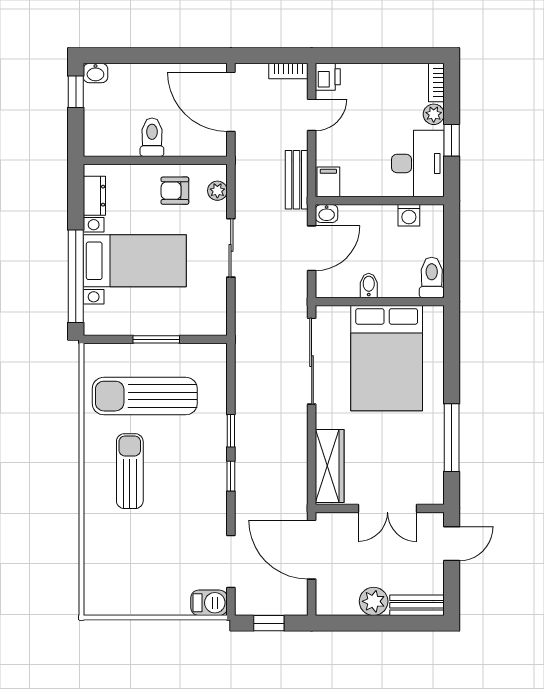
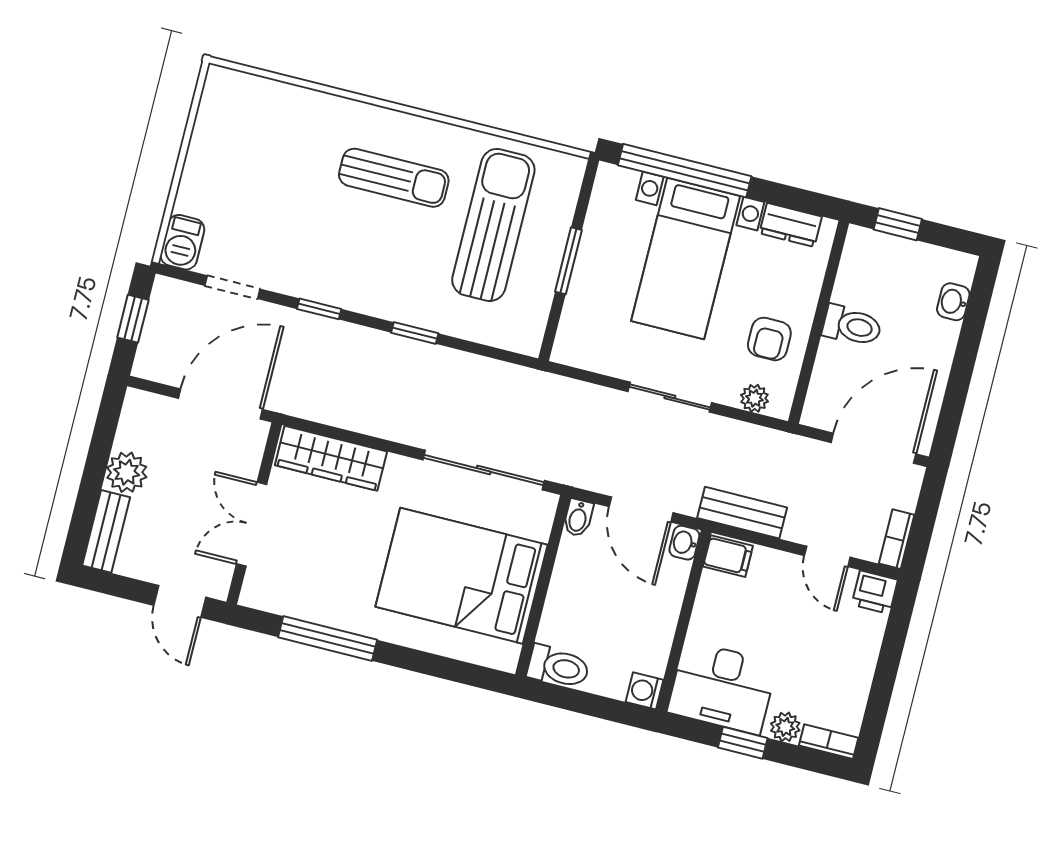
washbasin: (95, 73) -> (953, 302), moved
window: (76, 92) -> (898, 224), moved
armchair: (175, 191) -> (769, 339), turned 180
washing machine: (409, 215) -> (645, 691), moved
bidet: (369, 285) -> (578, 518), moved, turned 90
window: (231, 476) -> (319, 309), moved
doorway: (231, 561) -> (232, 287), width x0.73

